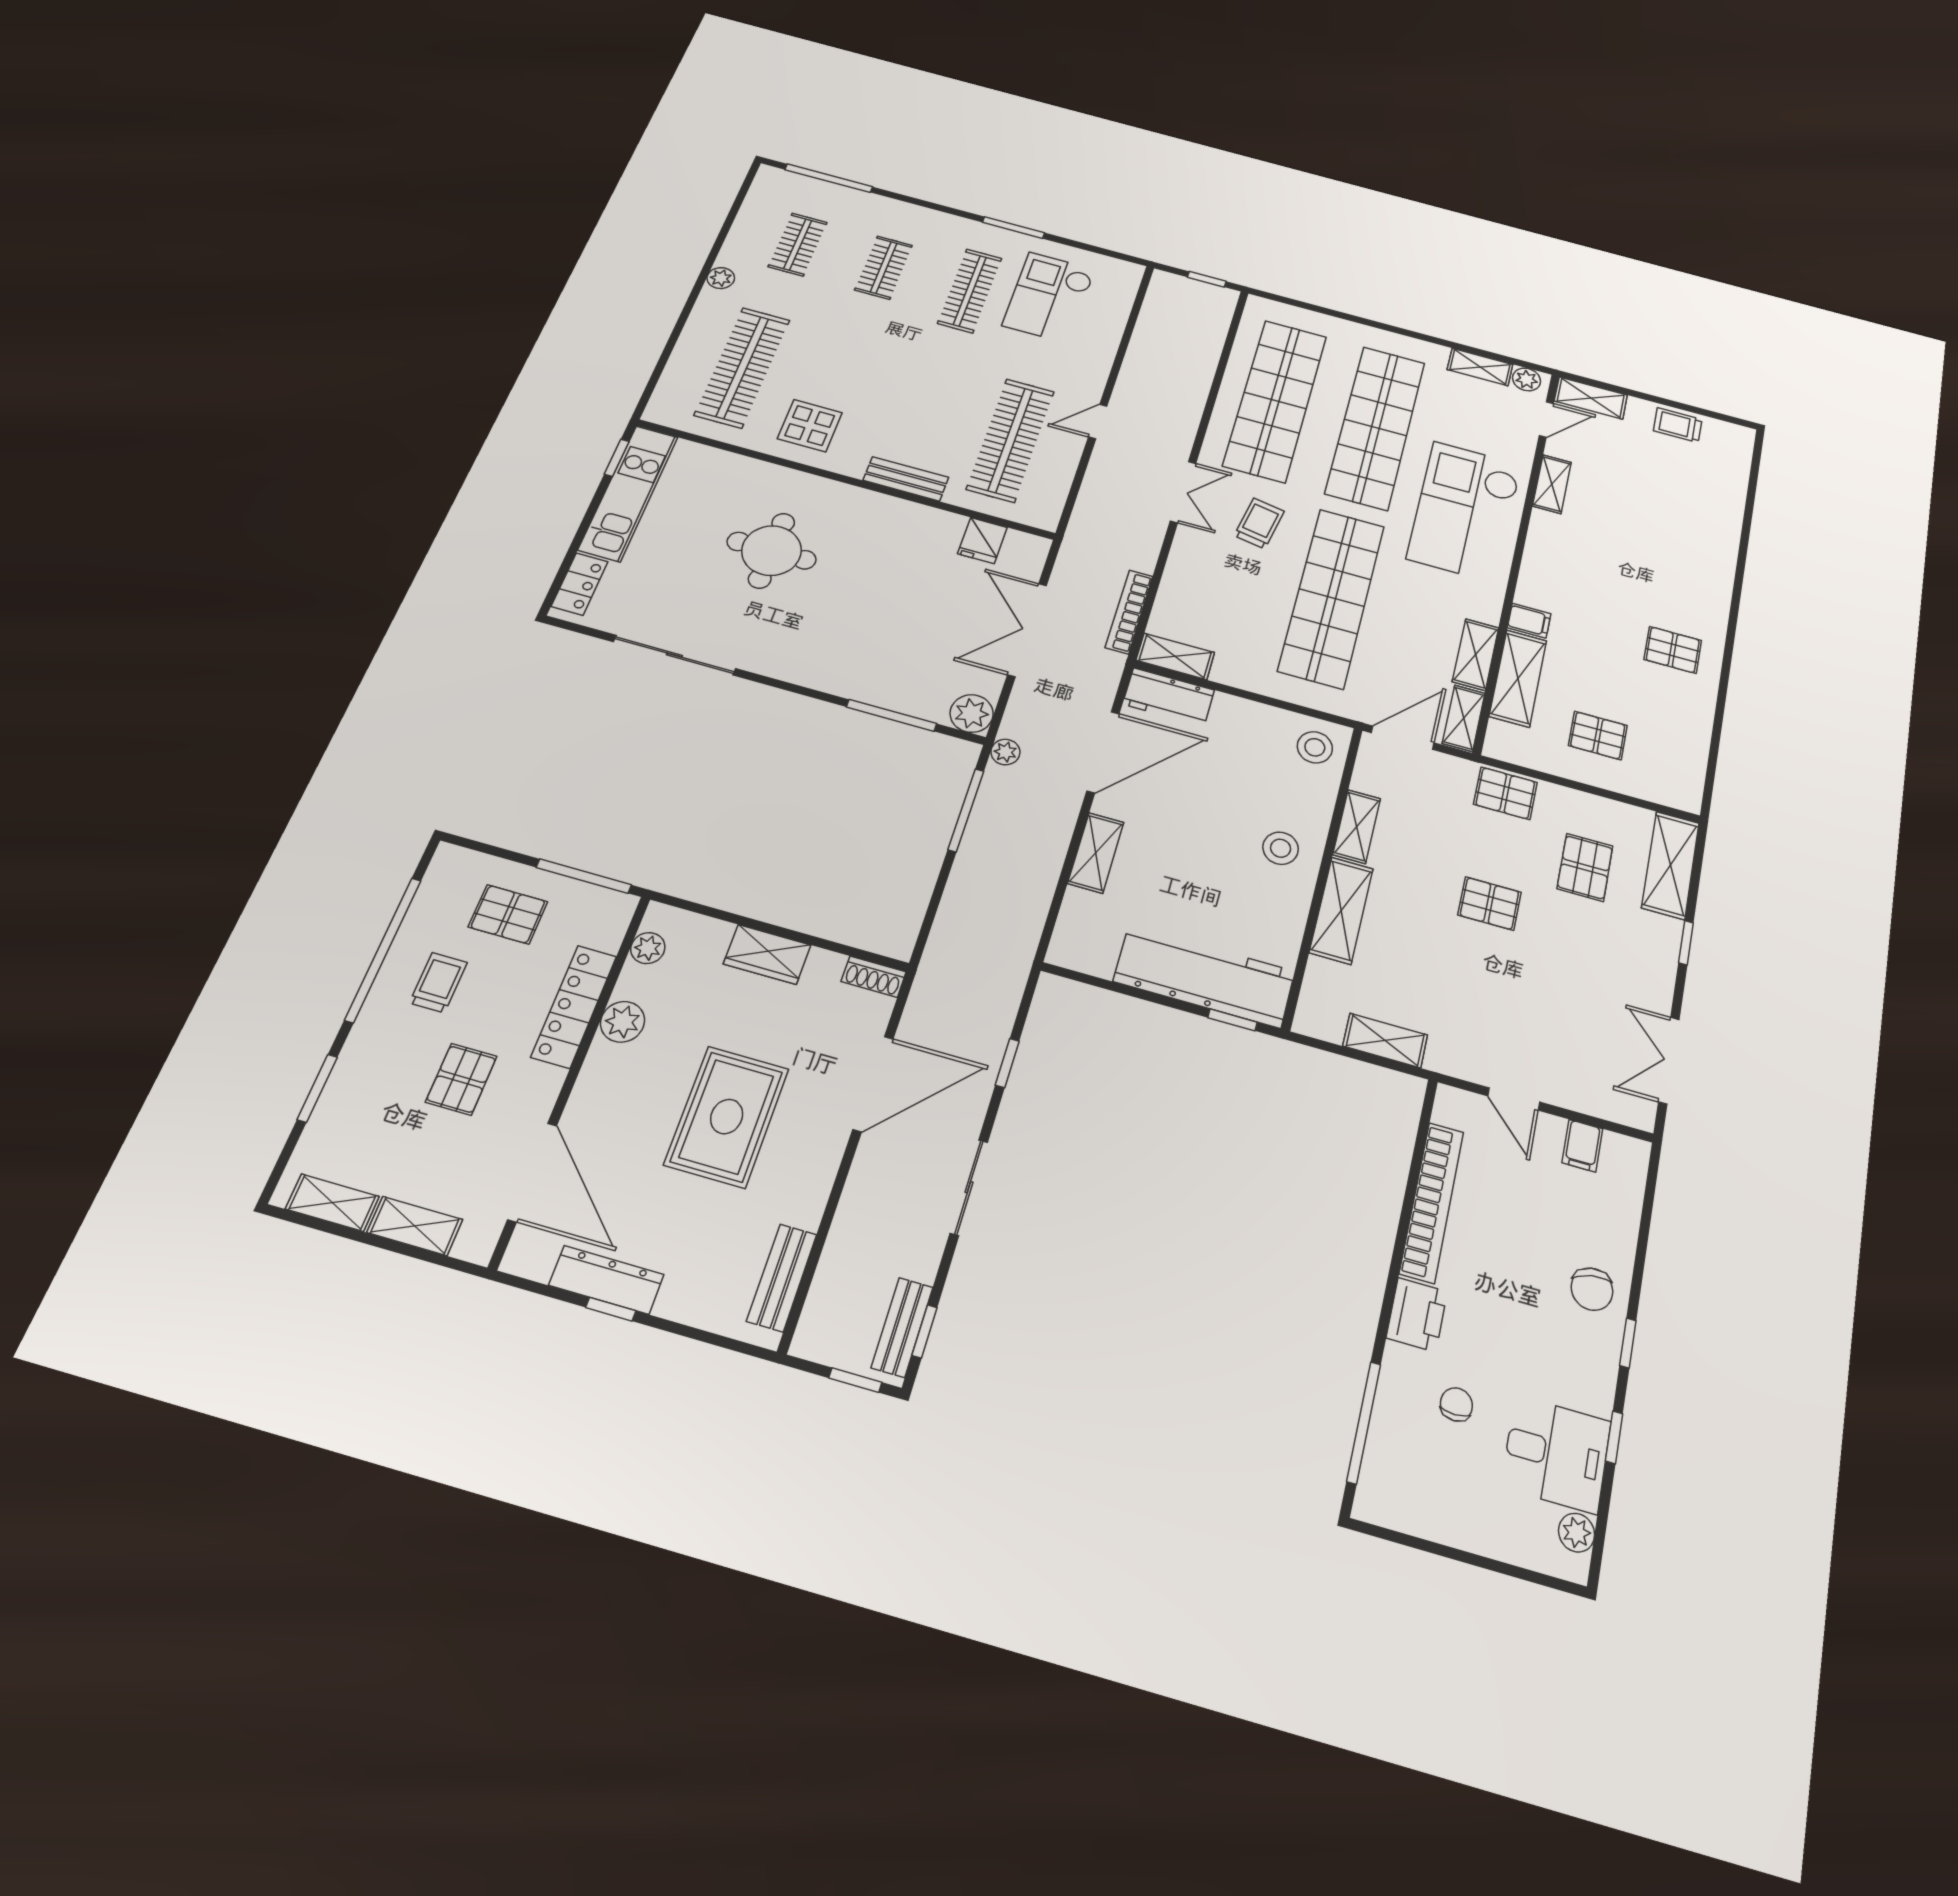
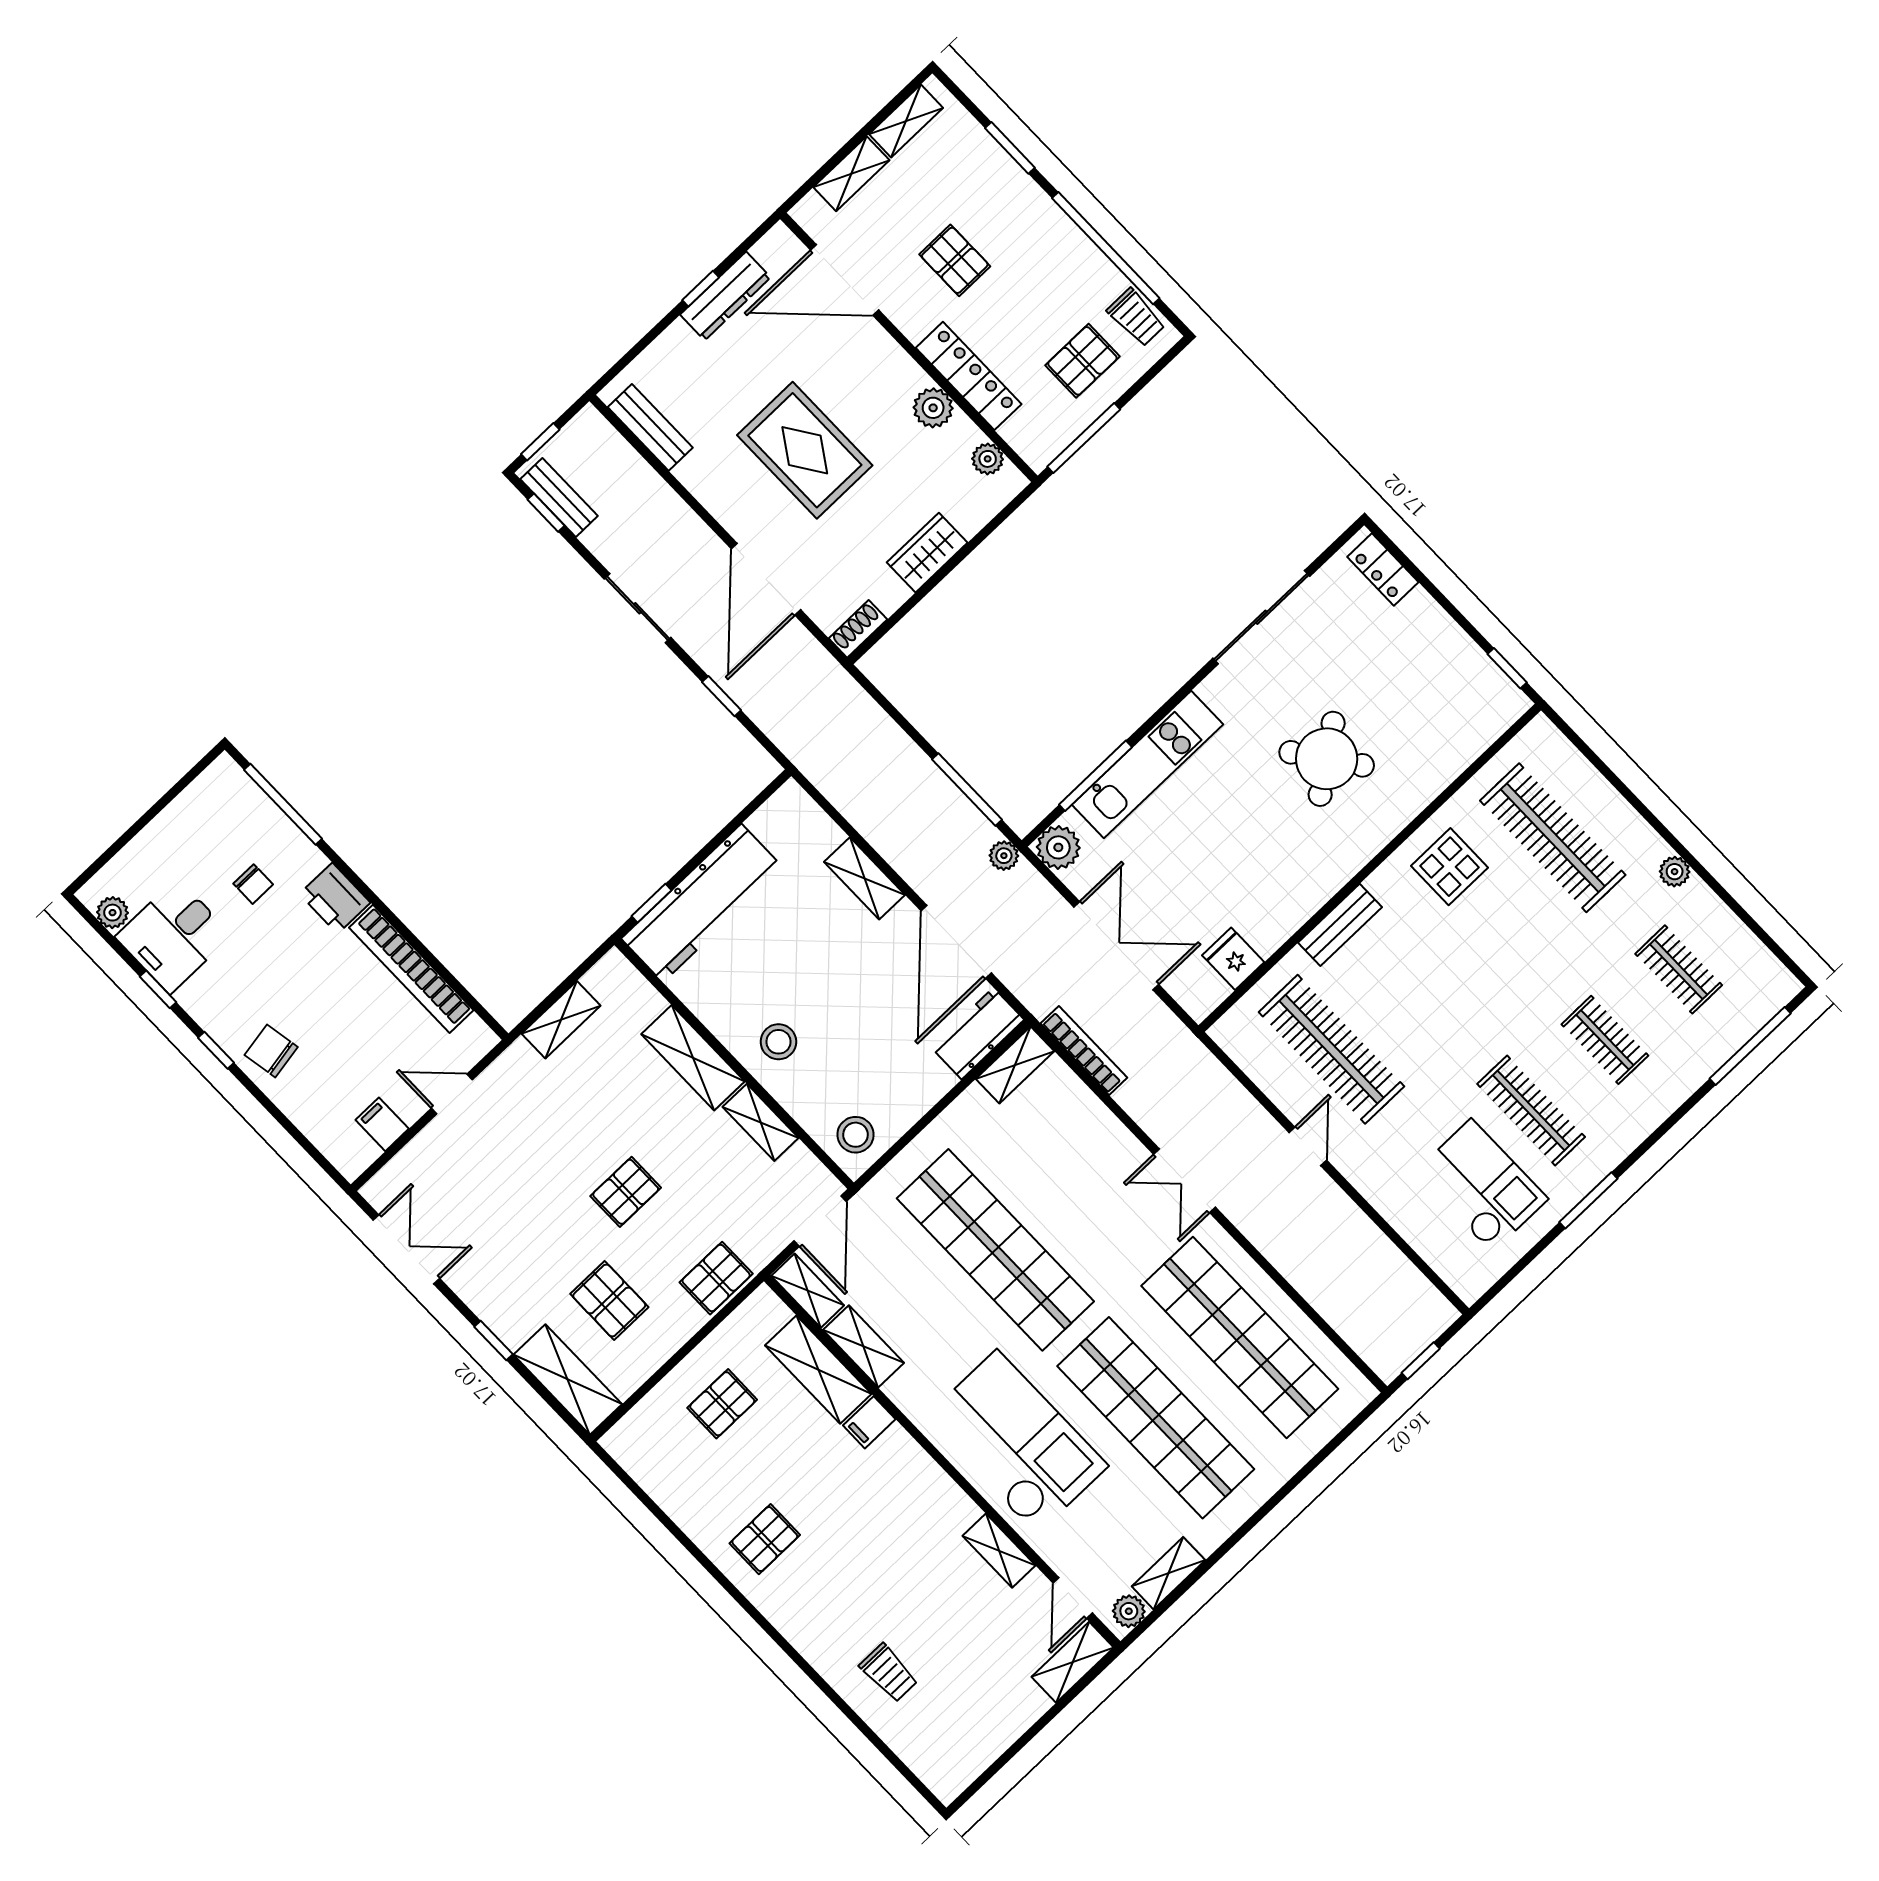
trolley: (1678, 425) -> (889, 1673), moved, turned 90
kitchen unit: (628, 493) -> (1148, 764), moved, turned -90
trolley: (1259, 523) -> (1111, 1232), removed
round table: (772, 551) -> (1327, 759), turned -36
trolley: (438, 983) -> (1136, 317), moved

